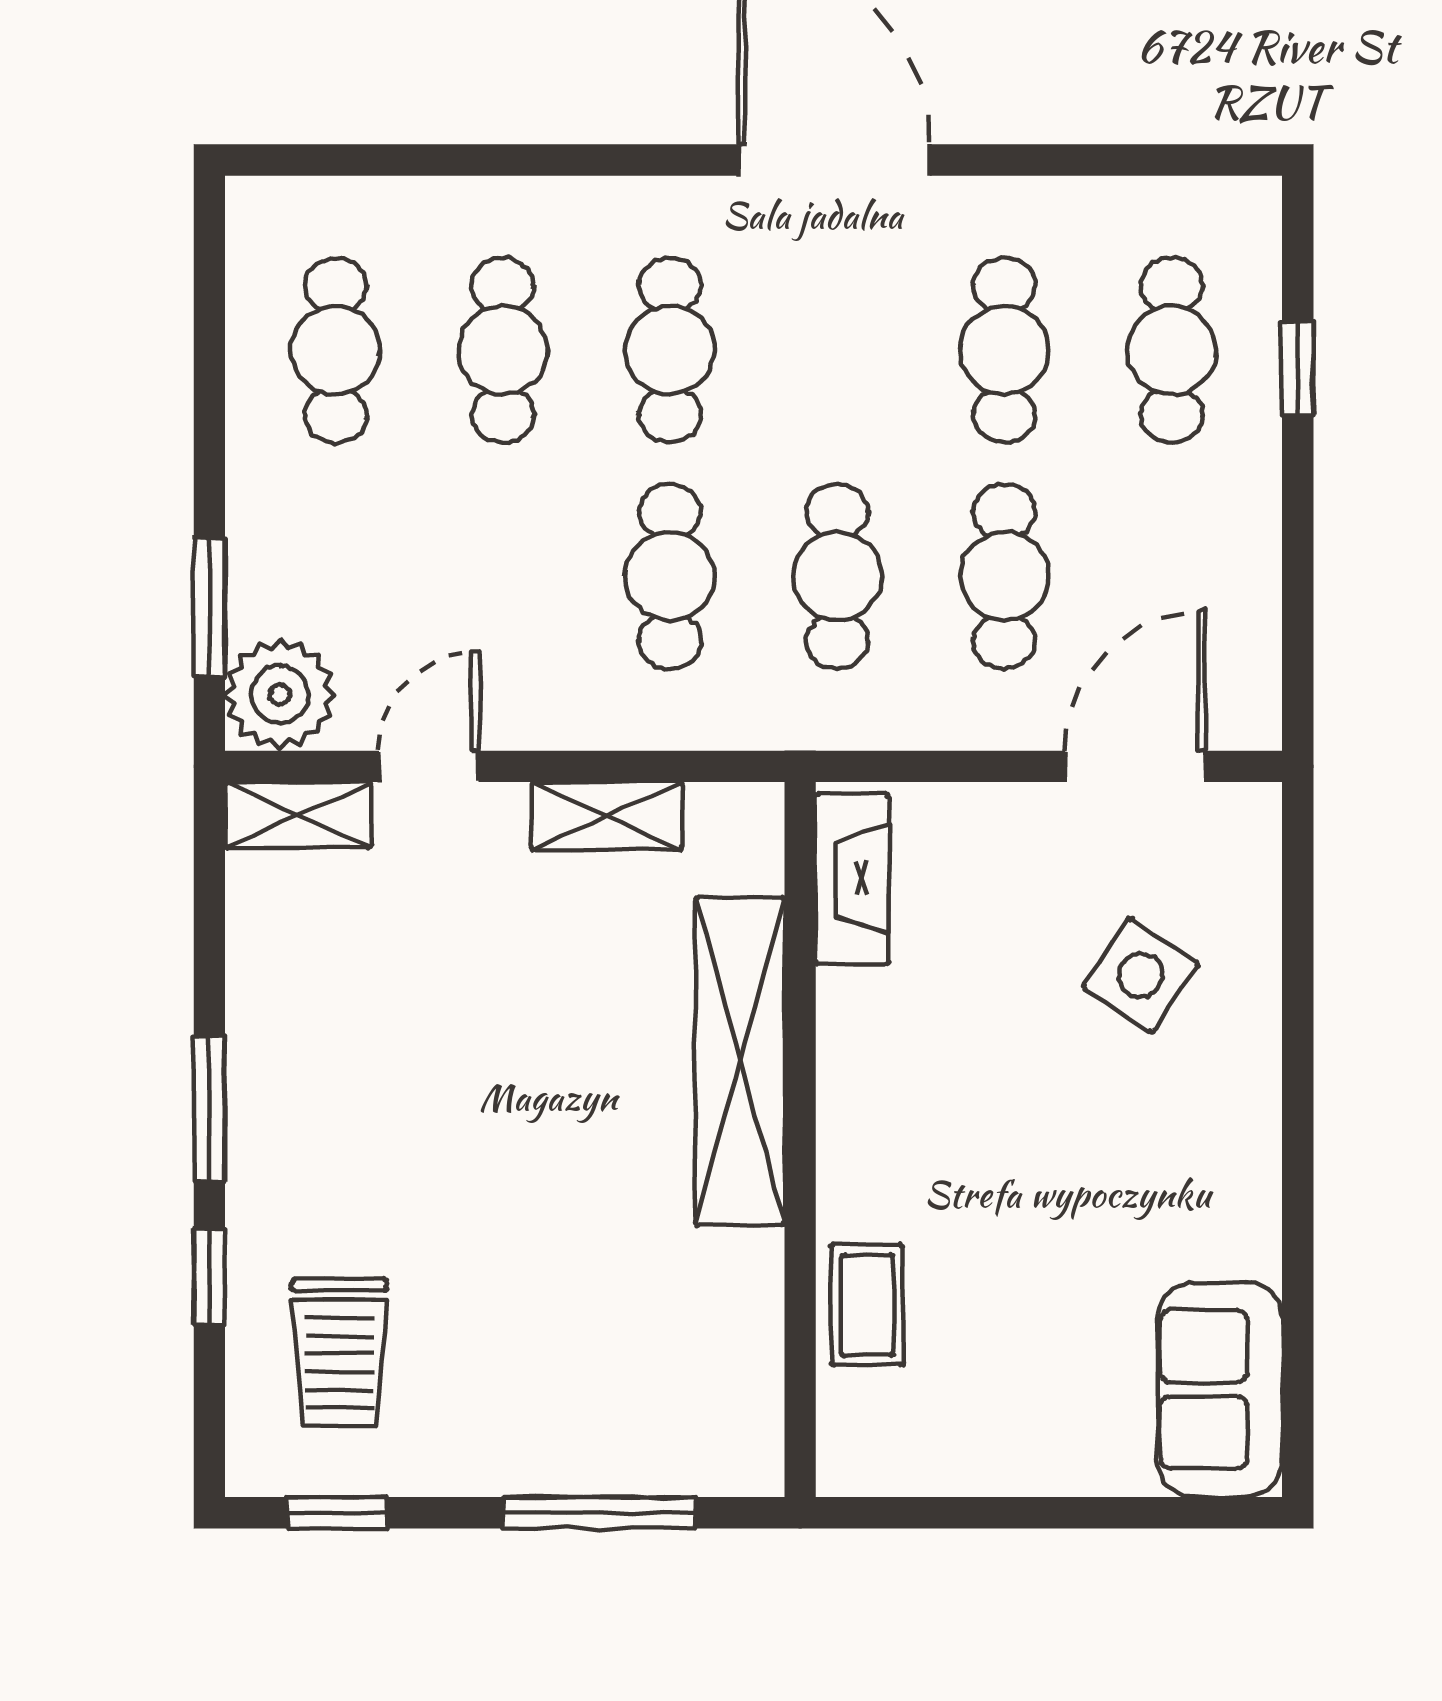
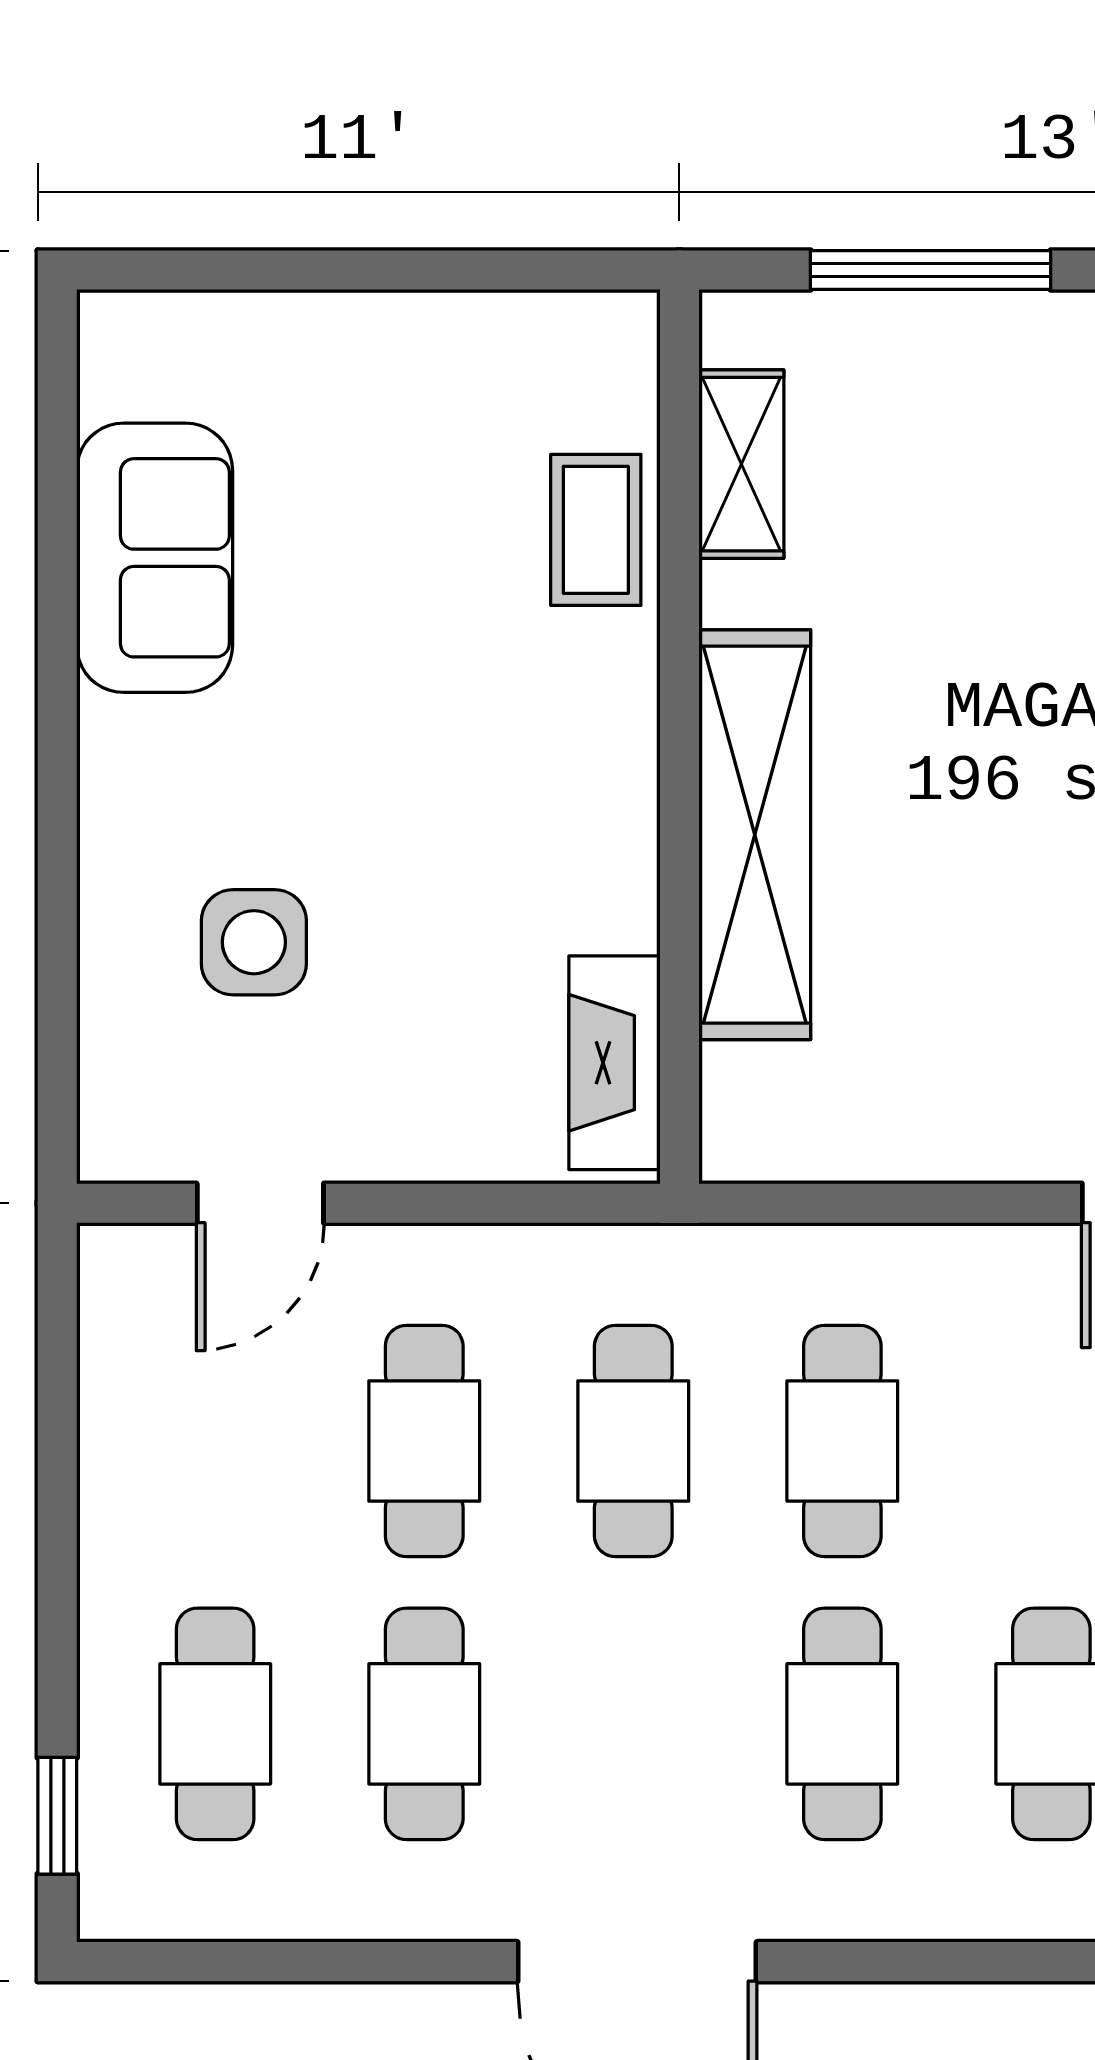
window: (1298, 368) -> (57, 1816), moved
door: (1135, 766) -> (260, 1203), width x0.73
shelving: (607, 816) -> (741, 464), moved, turned 90
side table: (1141, 975) -> (254, 942), turned -34
sofa: (1220, 1389) -> (155, 558), moved

